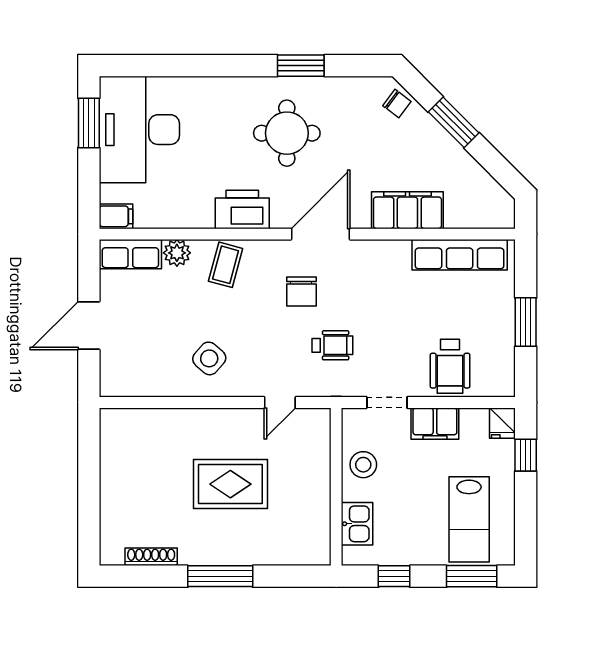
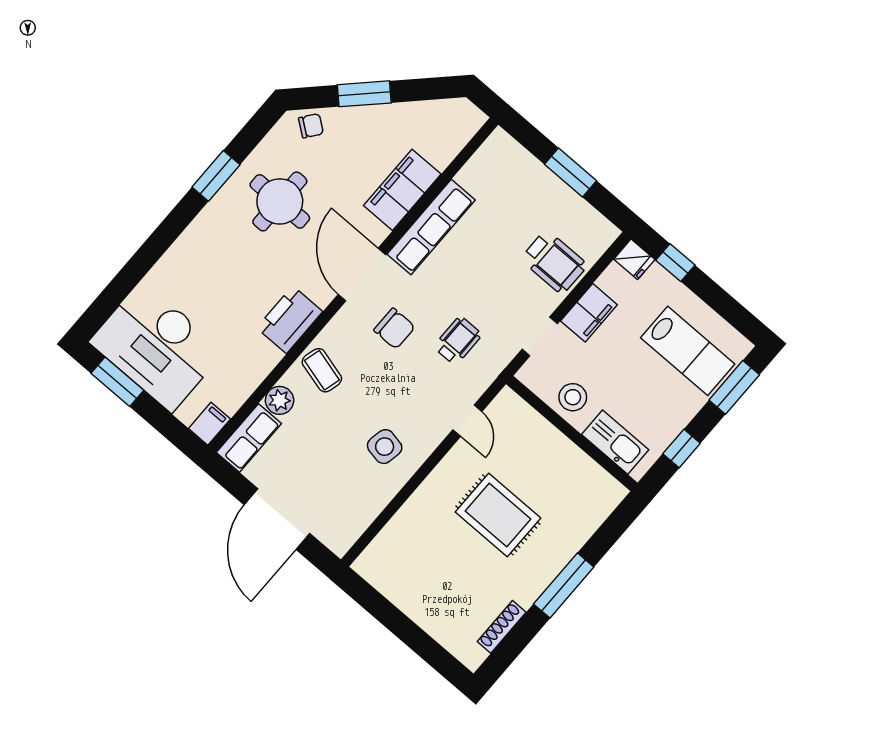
round table: (287, 133) -> (280, 201), moved
row of seats: (460, 255) -> (431, 227), moved
door: (89, 326) -> (277, 519), width x1.36
side table: (209, 358) -> (385, 447), turned -30
rug: (230, 484) -> (498, 515), turned 90
kitchen sink: (357, 524) -> (615, 442), width x1.38

